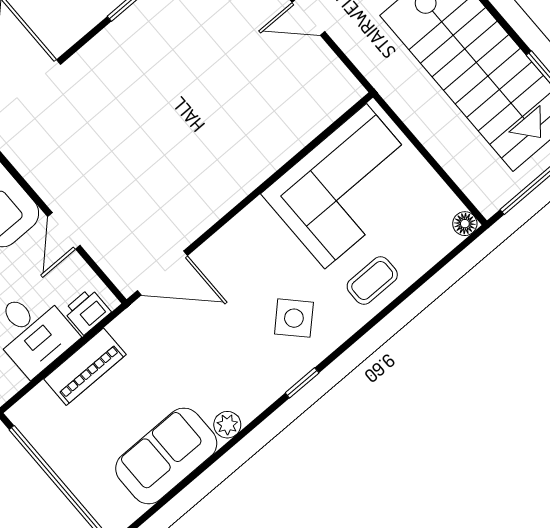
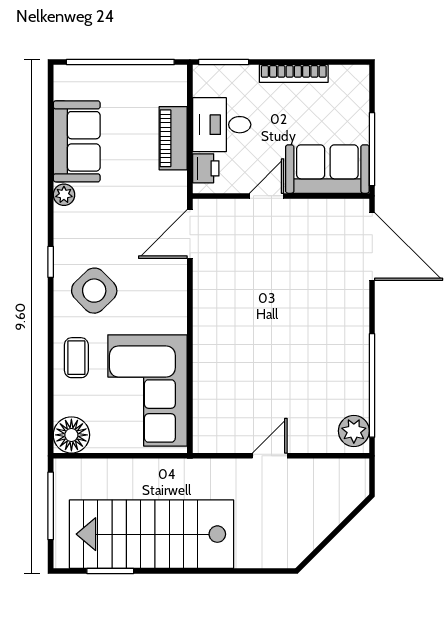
floor lamp: (465, 224) -> (71, 435), width x1.89, depth x1.89
door: (64, 231) -> (267, 196), hinge flipped
side table: (294, 318) -> (94, 291), width x1.37, depth x1.37

